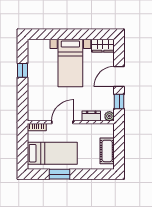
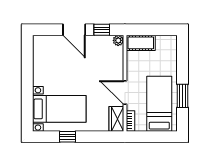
wardrobe: (103, 46) -> (116, 119), moved, turned 180
bed with nightstands: (70, 63) -> (59, 109), moved
dresser: (91, 116) -> (118, 60), removed
cot: (107, 151) -> (141, 43), moved

